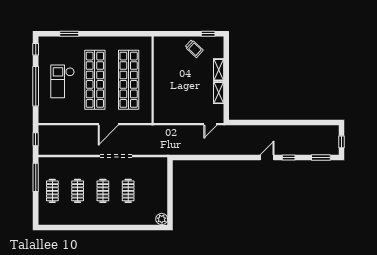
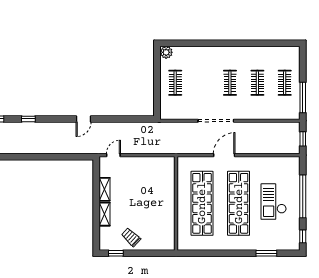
checkout: (63, 81) -> (274, 202), turned 180
door: (267, 158) -> (84, 119), moved
clothes rail: (128, 191) -> (175, 83), moved

